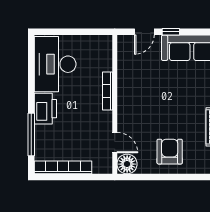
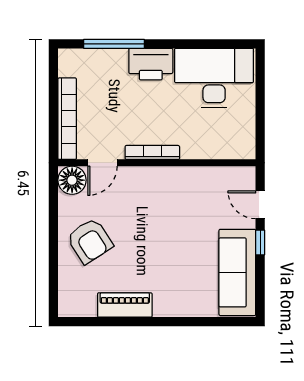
bookcase: (108, 91) -> (152, 152), moved
armchair: (170, 152) -> (90, 241), turned 57
bookcase: (63, 167) -> (67, 119), moved

